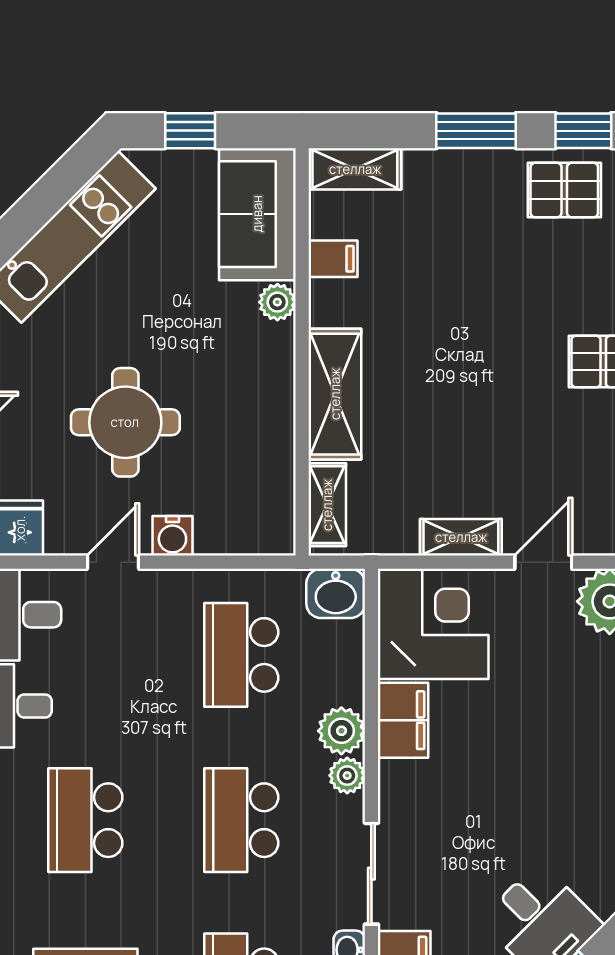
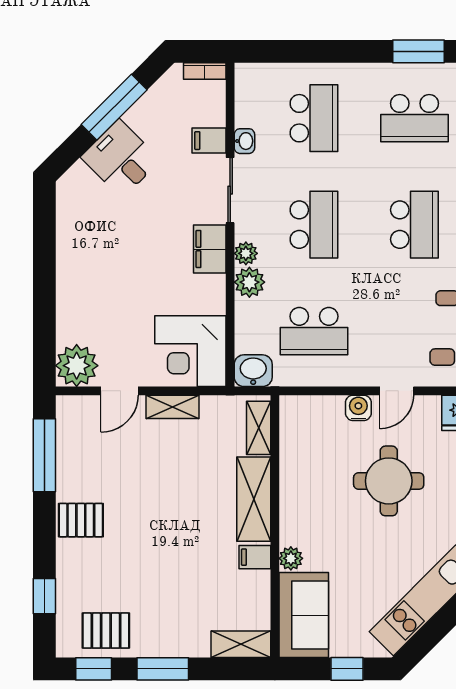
filing cabinet: (333, 259) -> (255, 557), moved
school desk: (241, 655) -> (314, 331), turned 90
filing cabinet: (403, 720) -> (210, 249), moved

